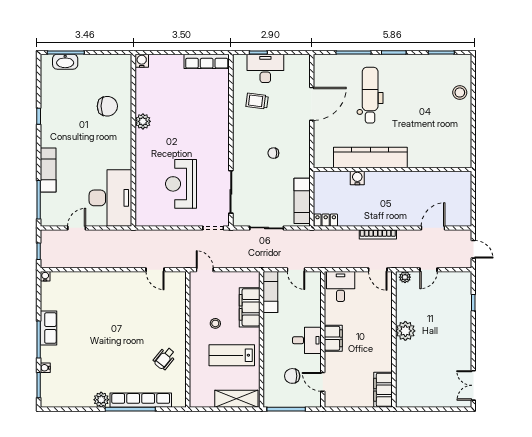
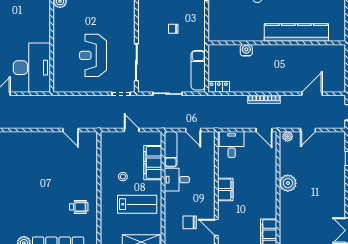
kitchen counter: (370, 157) -> (296, 33), moved
door: (205, 270) -> (132, 130), moved
desk: (307, 340) -> (177, 180), moved, turned 180
lab bench: (232, 355) -> (137, 204), turned 180
wheelchair: (165, 358) -> (79, 207), turned -129

